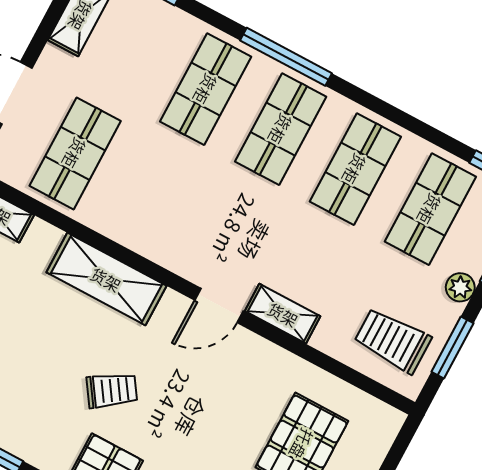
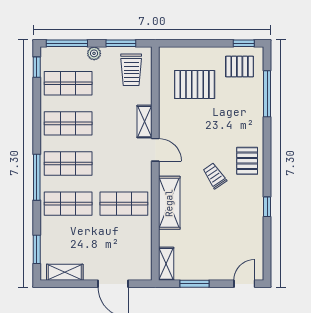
shop shelf: (75, 153) -> (124, 204), moved

